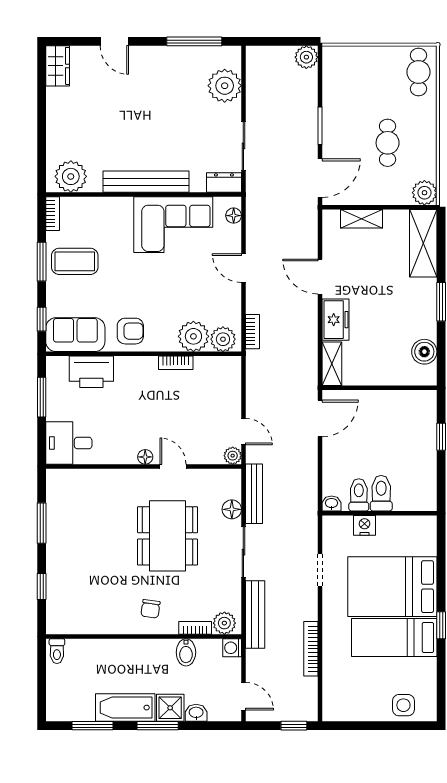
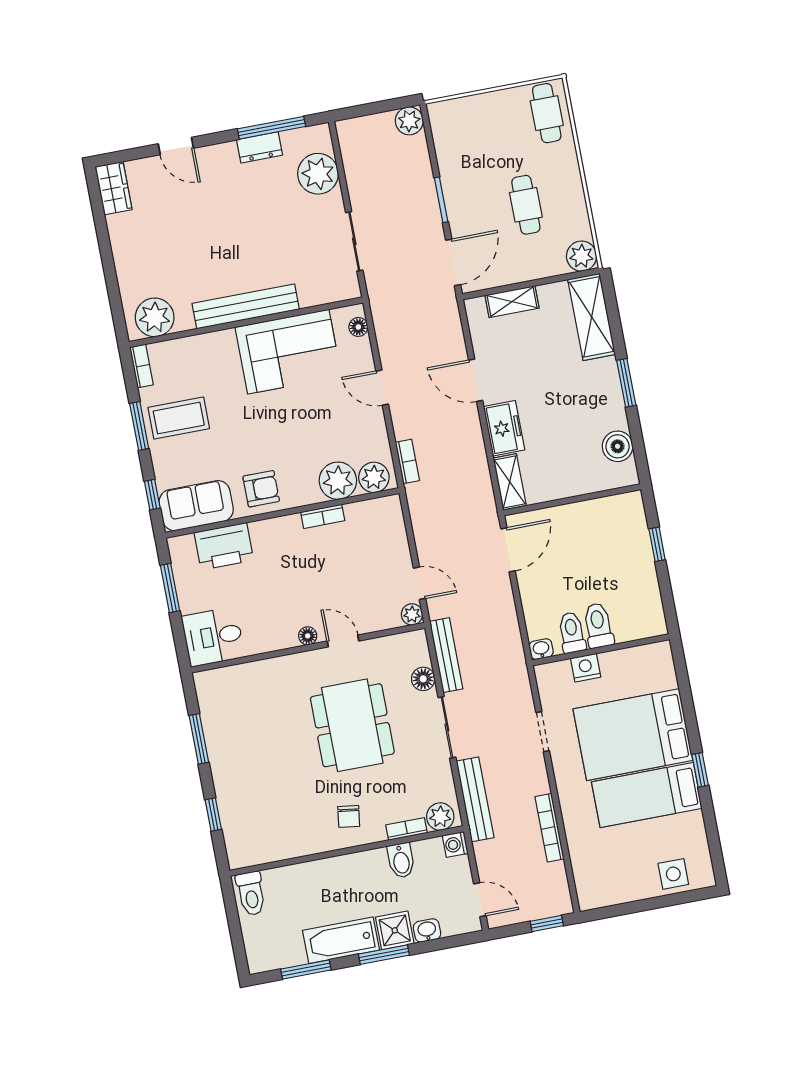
dresser: (224, 183) -> (259, 147), moved, turned 180
toilet: (57, 651) -> (251, 894), width x1.37, depth x1.39

